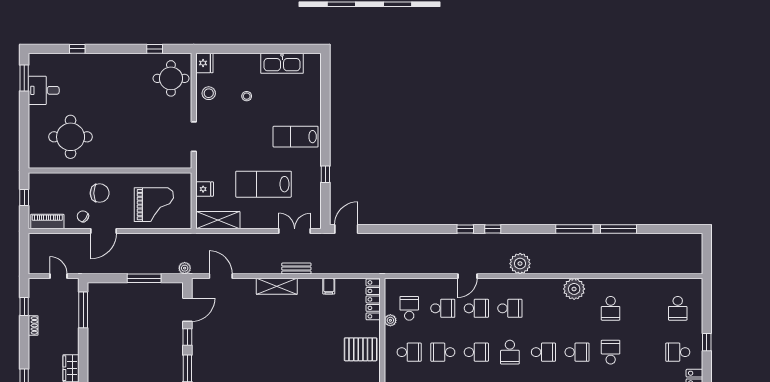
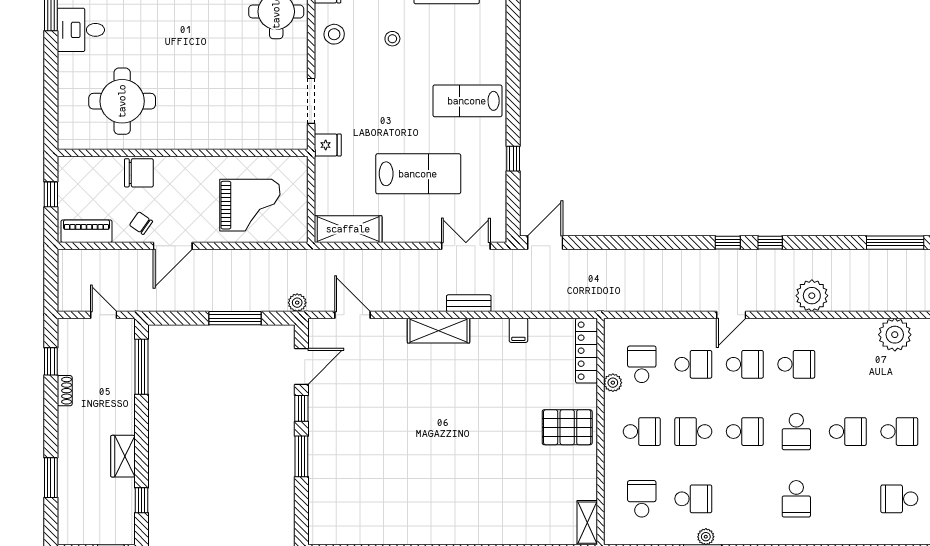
lab bench: (264, 184) -> (418, 174), turned 180
fridge: (205, 189) -> (328, 145), moved
chair: (100, 193) -> (139, 173), moved

